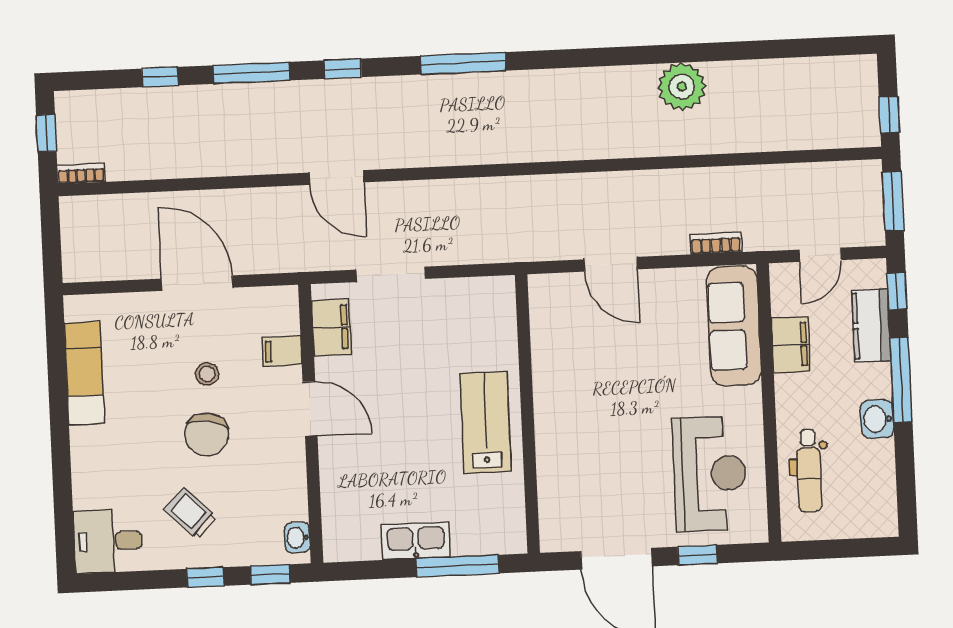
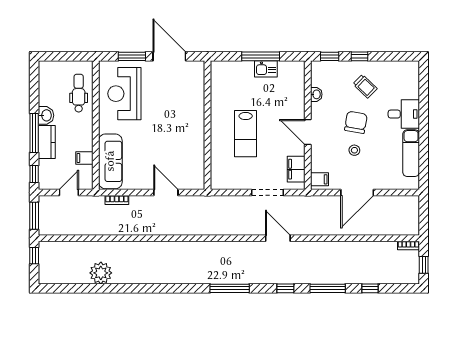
plant: (682, 87) -> (101, 273), moved
door: (337, 178) -> (278, 238), moved
door: (197, 283) -> (357, 192), hinge flipped
kitchen counter: (871, 325) -> (47, 142), moved
filing cabinet: (791, 345) -> (84, 158), width x0.50
filing cabinet: (282, 351) -> (319, 179), moved
lab bench: (485, 422) -> (246, 134), moved
washbasin: (297, 538) -> (316, 94), moved
desk: (108, 541) -> (404, 114), moved
kitchen sink: (415, 541) -> (266, 69), width x0.73
window: (698, 555) -> (132, 56), width x1.50
window: (457, 566) -> (261, 56), moved

